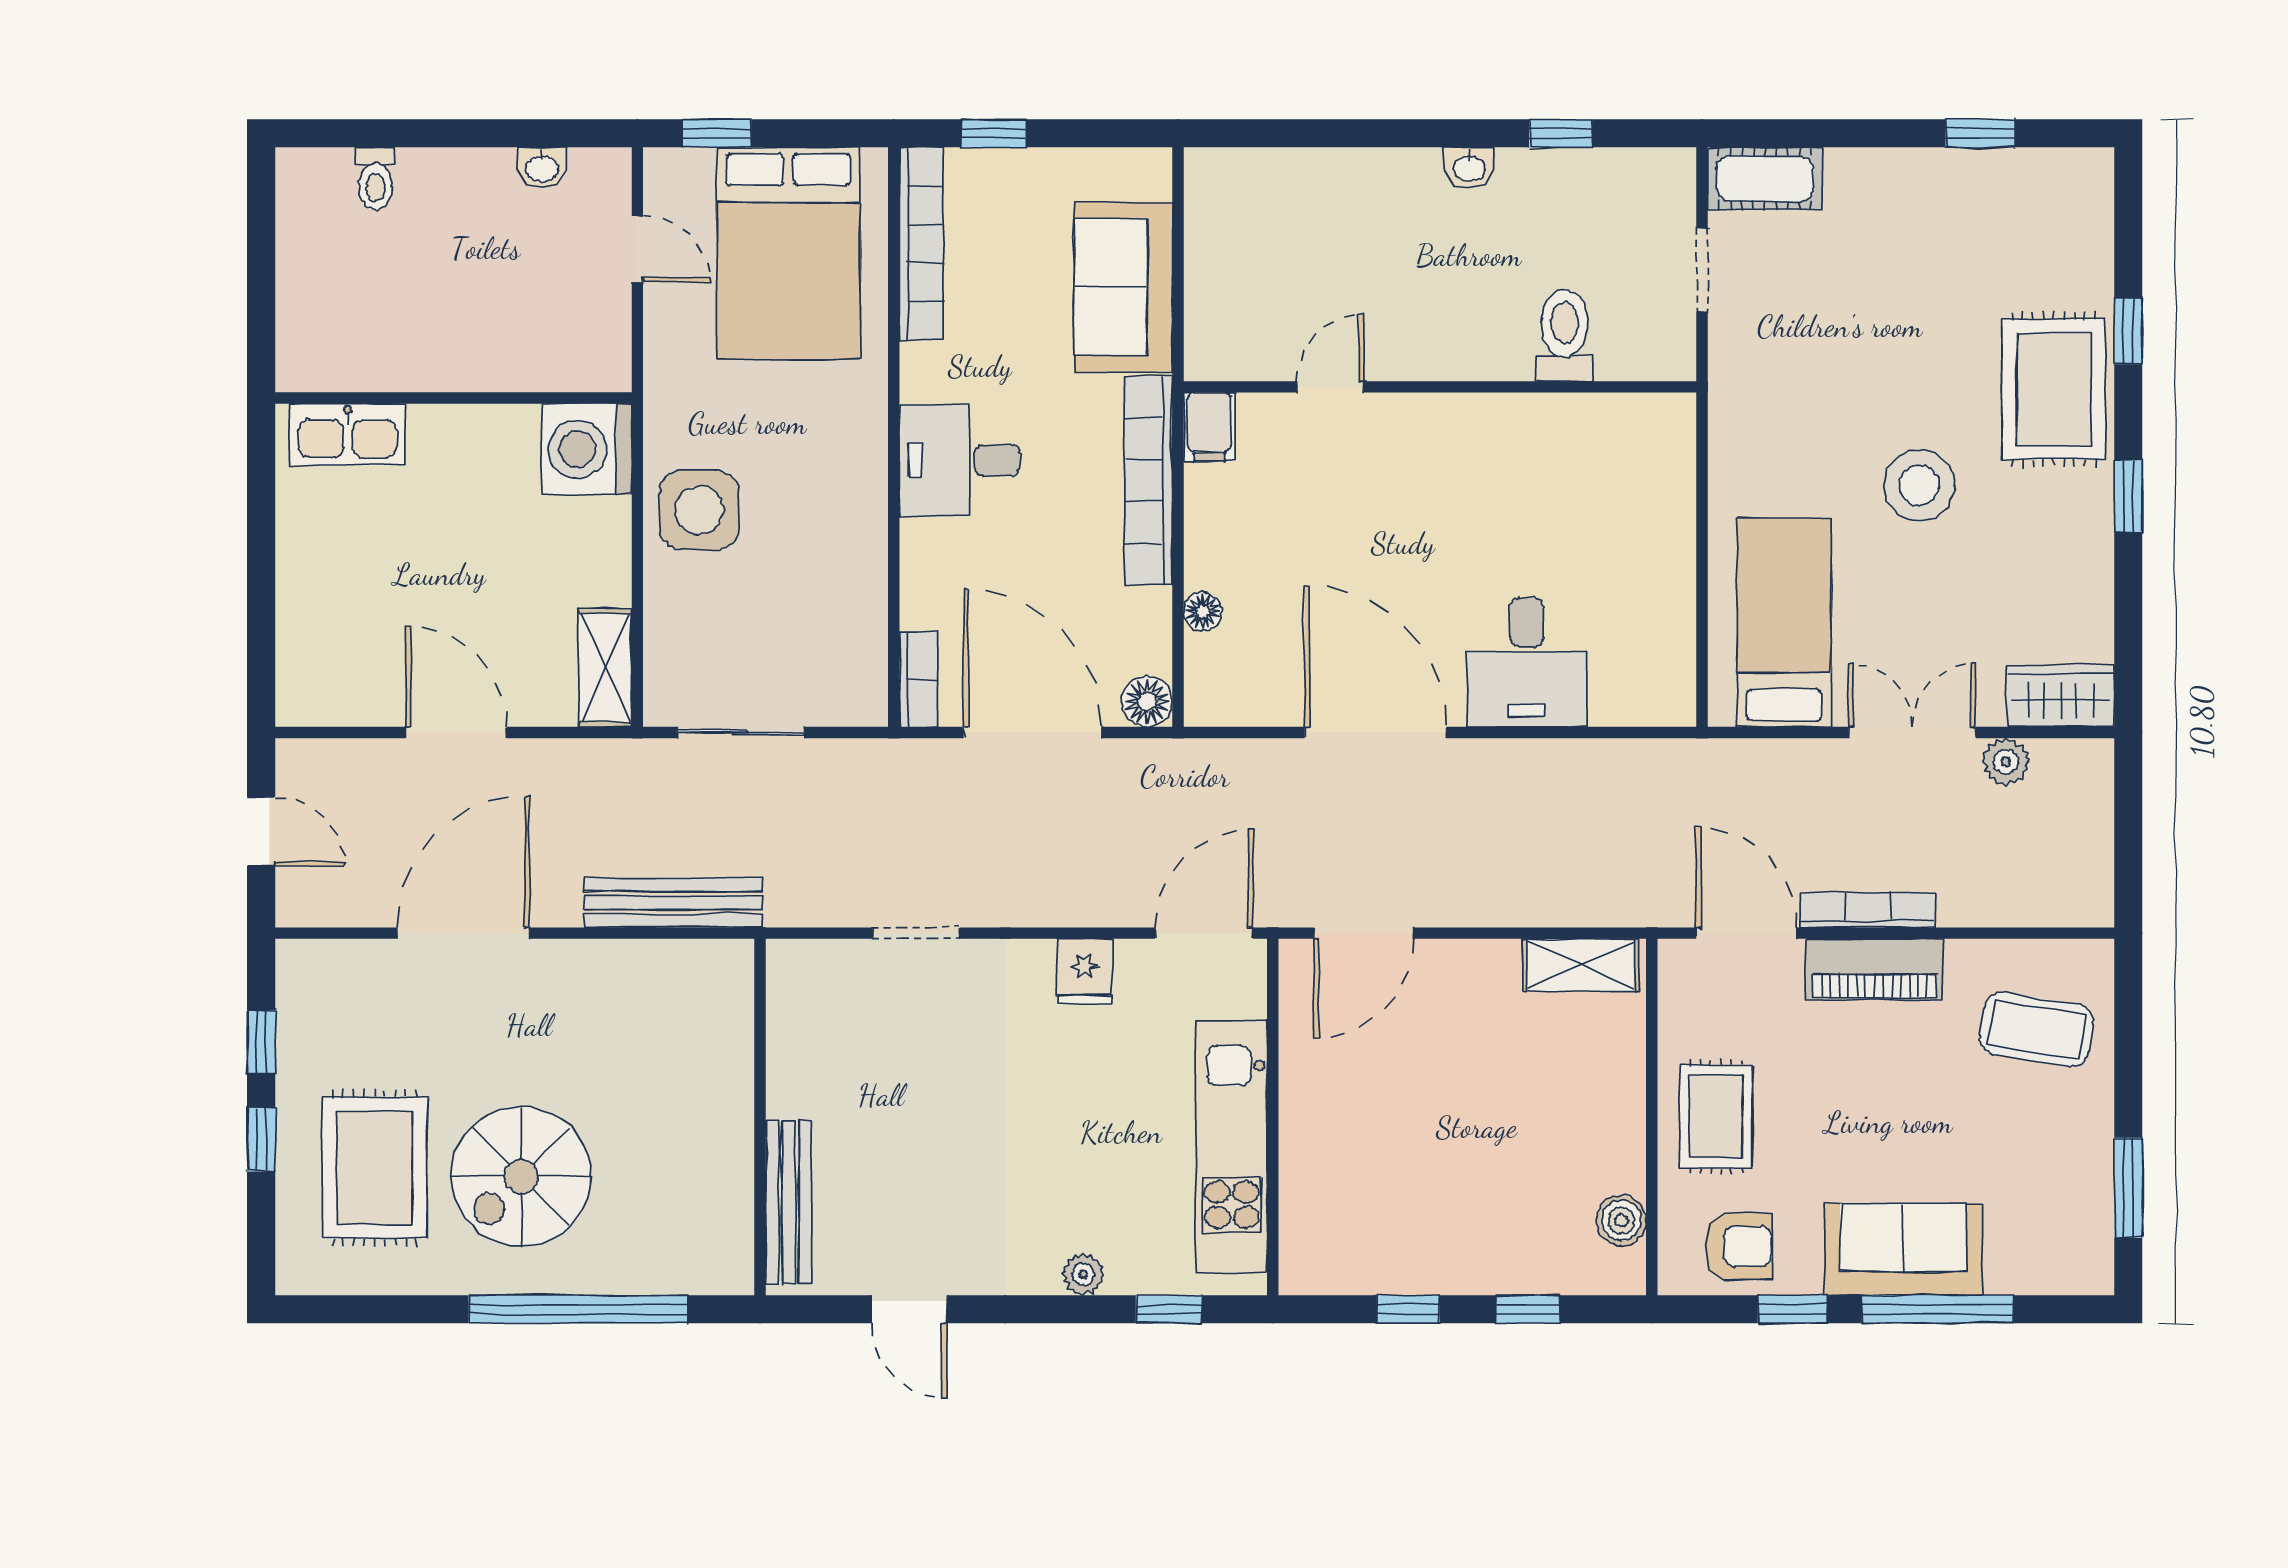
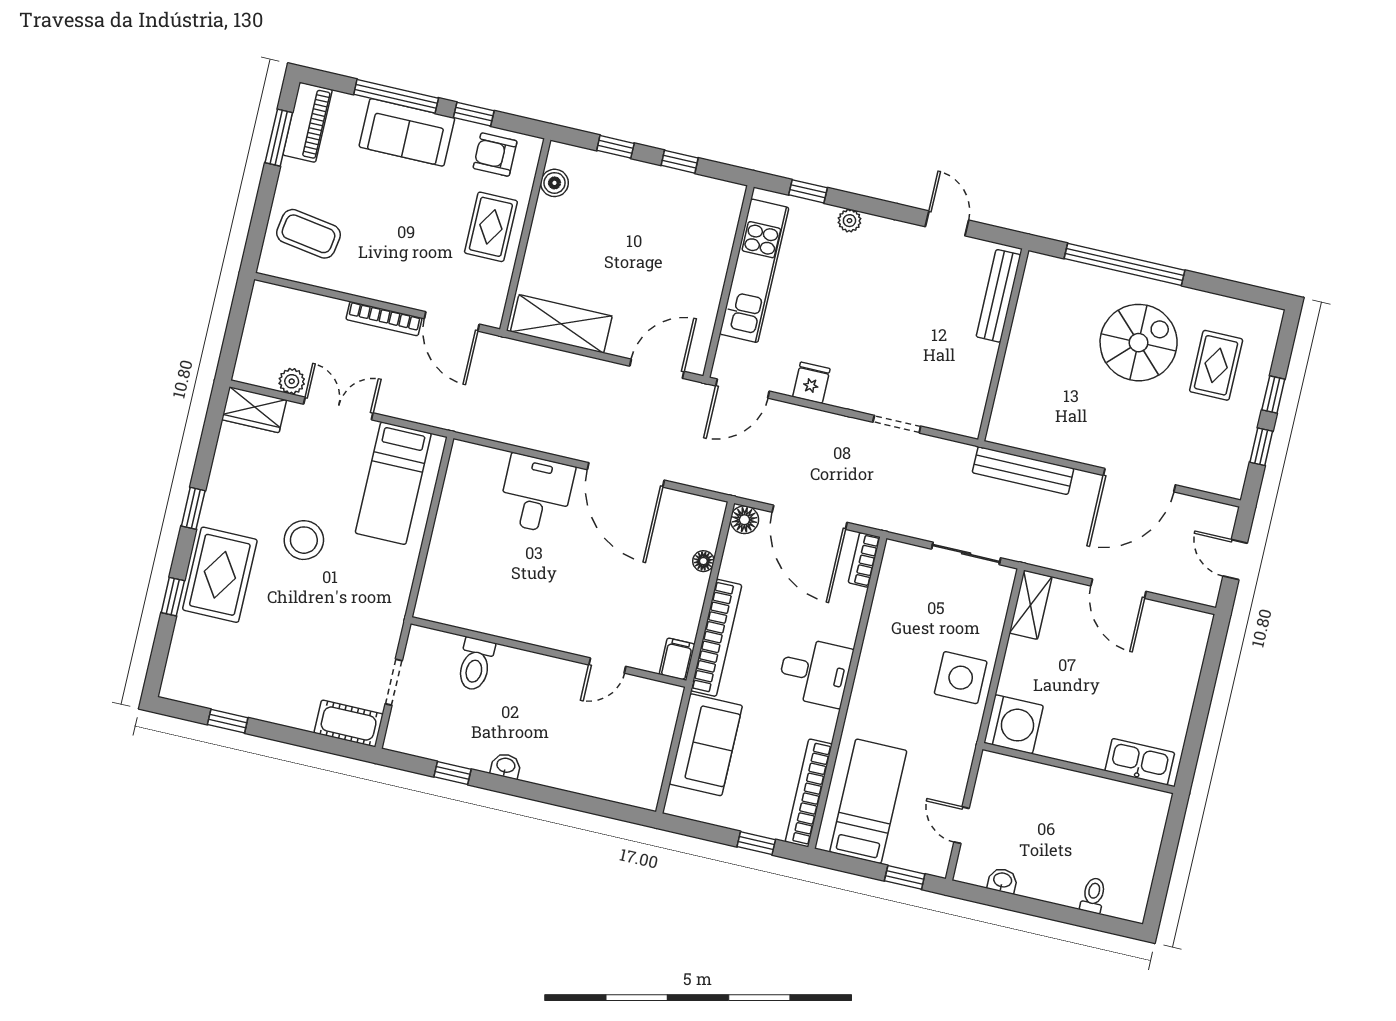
bed: (788, 253) -> (868, 801), width x0.67
double door: (1912, 732) -> (338, 408), swing flipped
shelving: (1581, 965) -> (561, 324), width x1.50, depth x1.33
piano: (1874, 969) -> (307, 122), moved, turned 90
rug: (375, 1168) -> (1216, 365), width x0.73, depth x0.70

